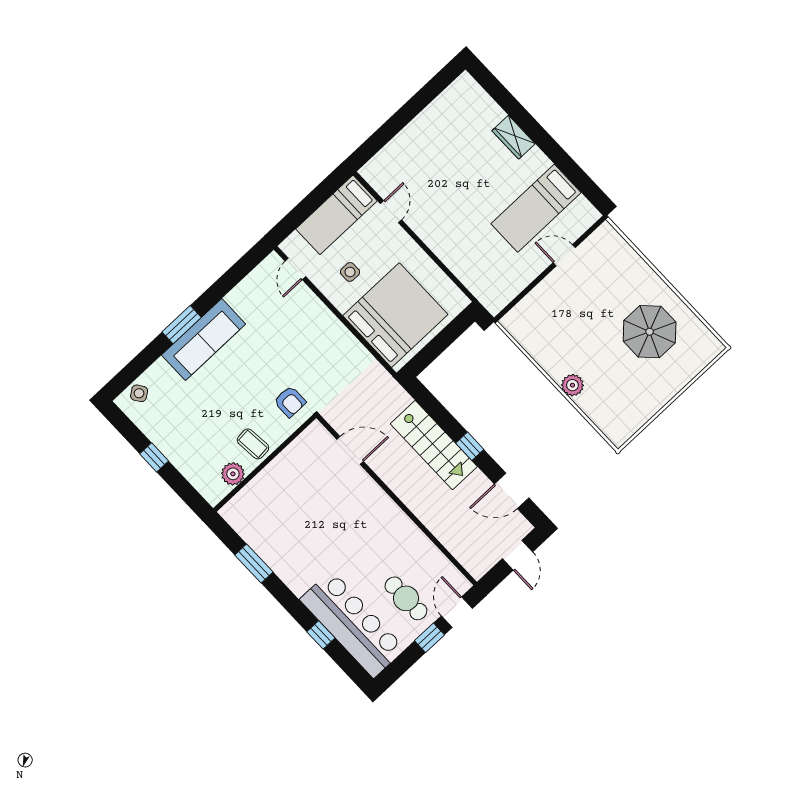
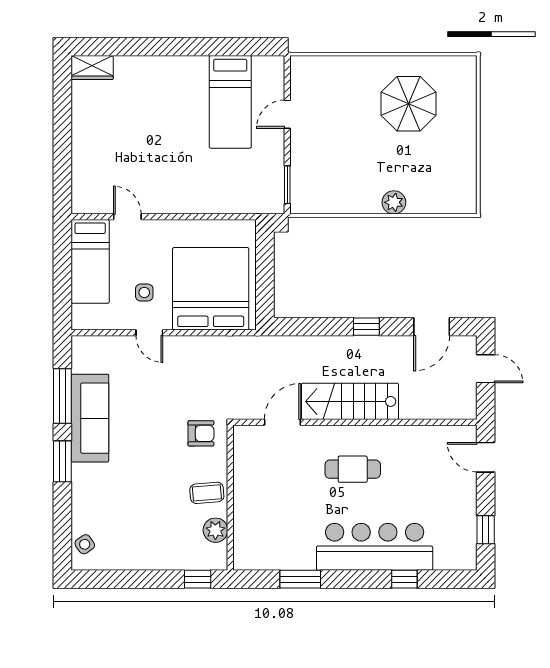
wardrobe: (514, 137) -> (92, 68), moved
door: (295, 269) -> (149, 333), moved
window: (226, 283) -> (62, 396), added
window: (516, 301) -> (287, 185), added
sofa: (204, 339) -> (90, 418), moved
stairs: (434, 445) -> (350, 401), moved, turned 180
window: (154, 457) -> (198, 579), moved
cafe table: (406, 598) -> (353, 469), moved
bar counter: (352, 624) -> (375, 547), moved
window: (430, 638) -> (486, 530), moved

